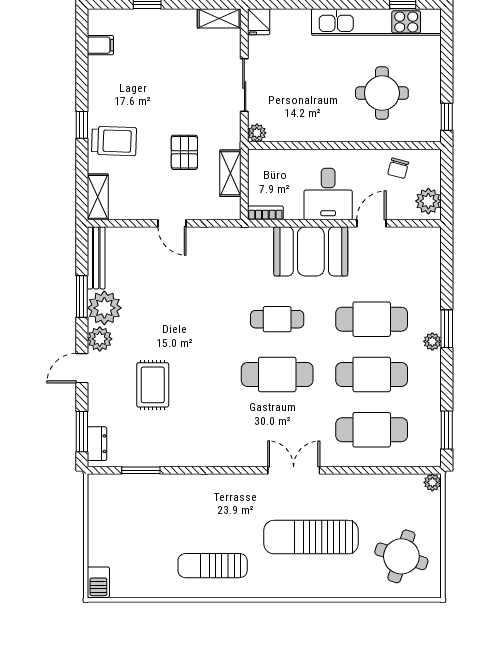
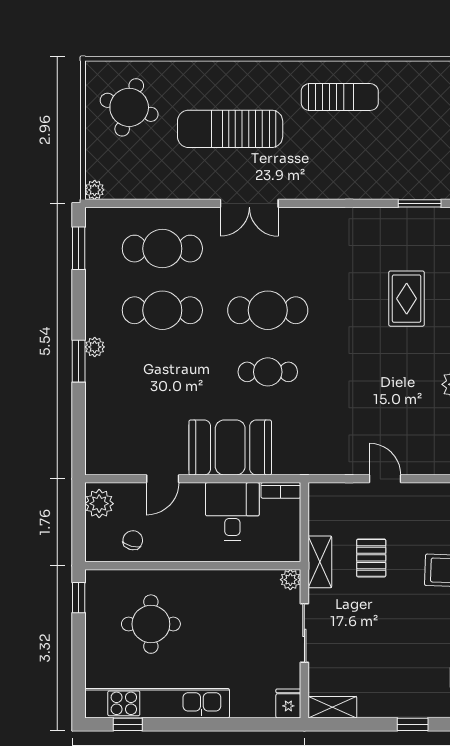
shelving: (230, 173) -> (320, 562), moved
desk: (328, 194) -> (232, 511), moved
cafe table: (372, 319) -> (162, 372), removed
sun lounger: (311, 537) -> (230, 129), turned 180

